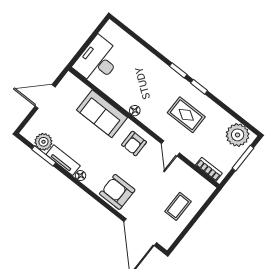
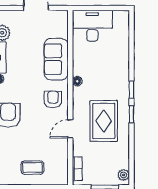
rug: (186, 115) -> (104, 121), width x1.36, depth x1.43
plant: (238, 135) -> (124, 175), width x0.53, depth x0.53
armchair: (134, 143) -> (53, 100), turned 90

